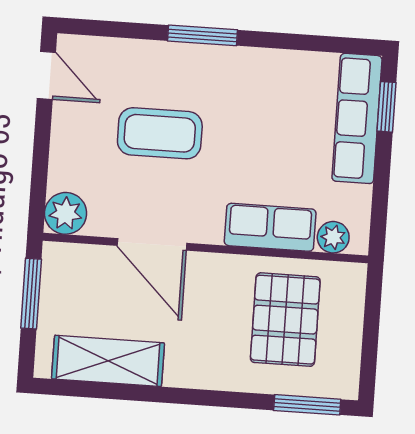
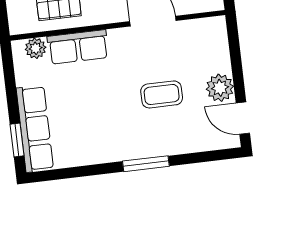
coffee table: (160, 133) -> (162, 94), width x0.73, depth x0.77
plant: (66, 213) -> (220, 88), moved

